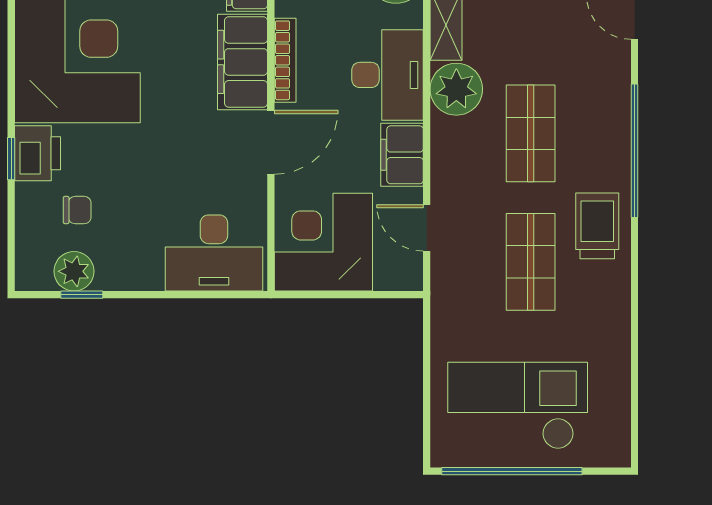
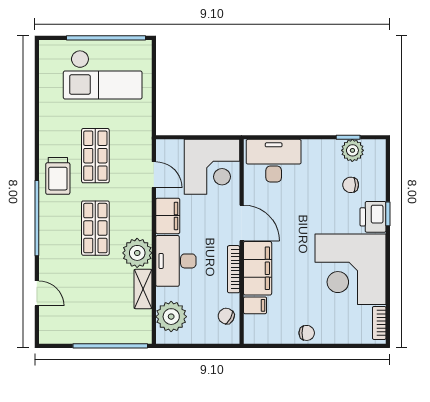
door: (271, 142) -> (242, 223), swing flipped

